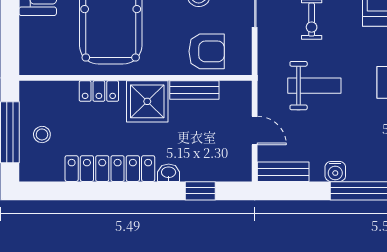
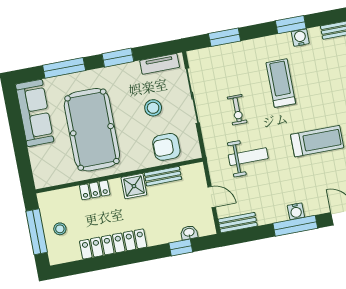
armchair: (207, 51) -> (166, 147), turned 180
shower: (147, 101) -> (134, 186), width x0.73, depth x0.73
water cooler: (335, 171) -> (296, 211), moved
washbasin: (169, 173) -> (189, 233), moved

